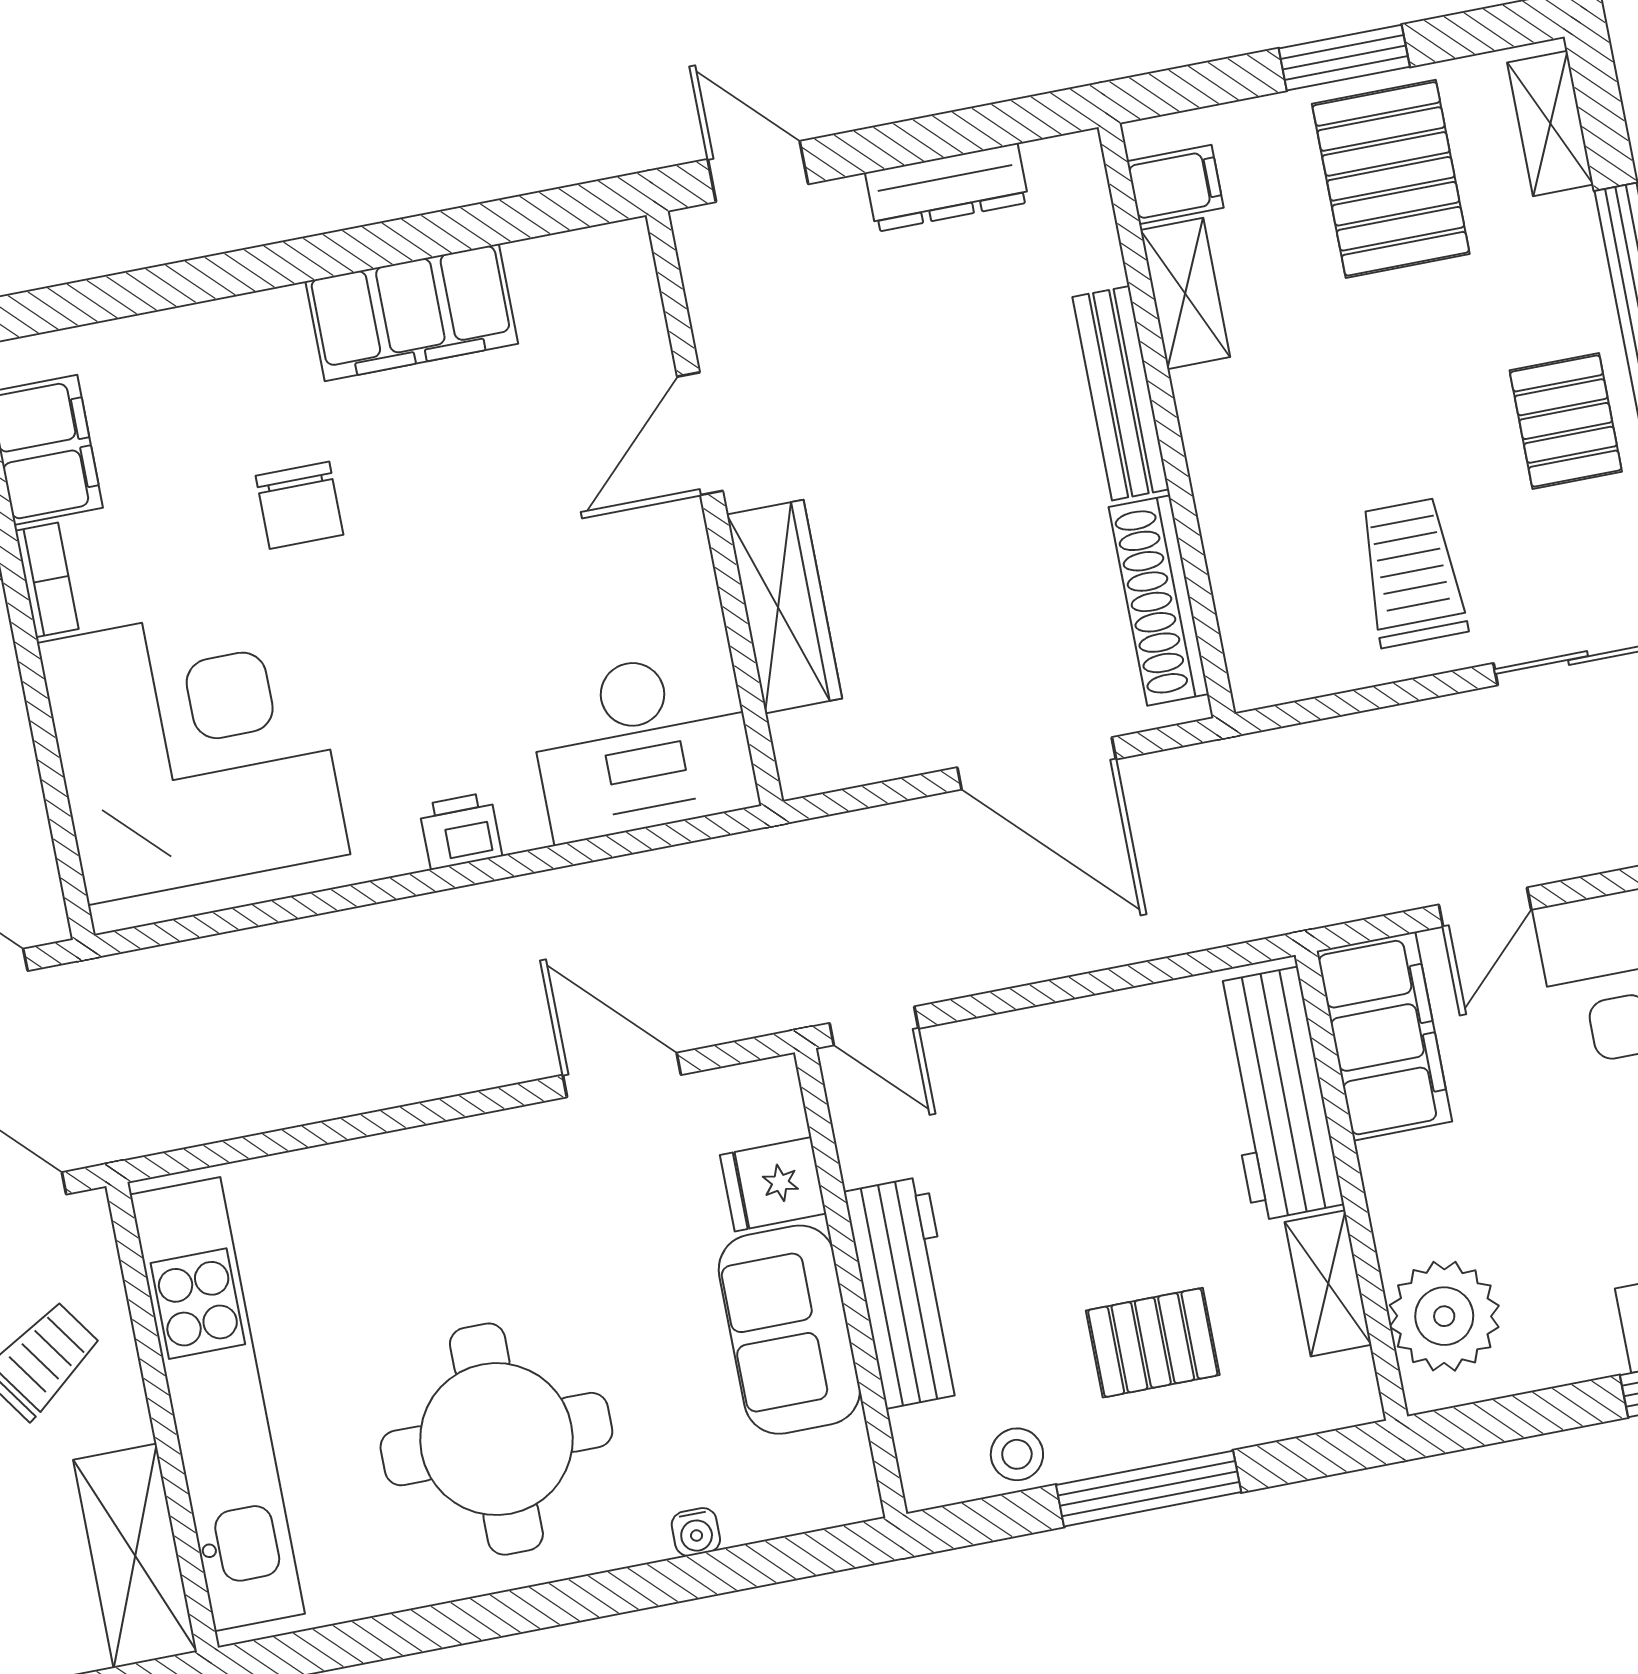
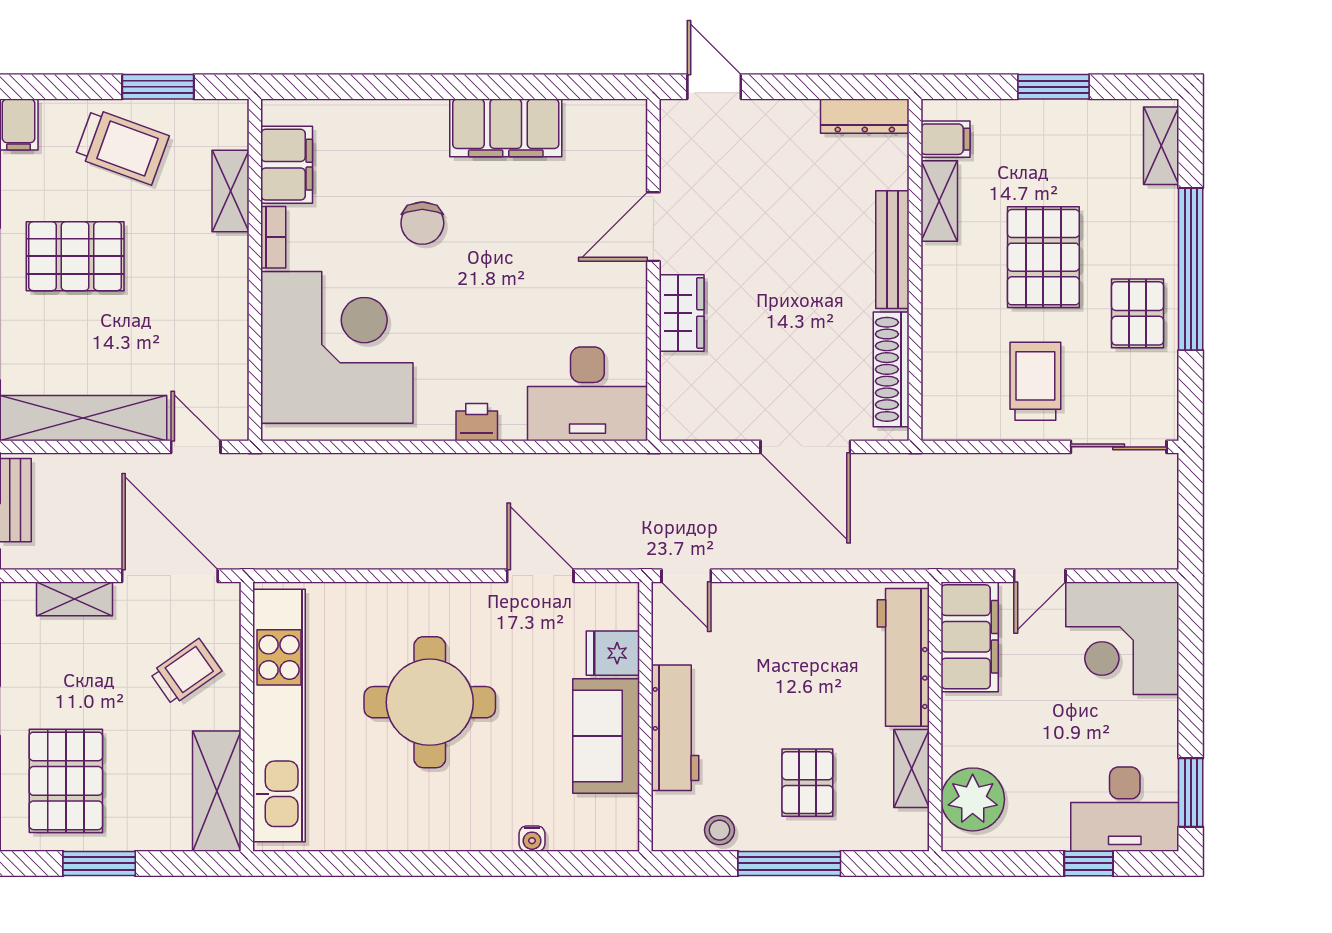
pallet: (1391, 179) -> (1043, 257), moved
dresser: (947, 187) -> (865, 116), moved
wardrobe: (784, 607) -> (682, 313), width x0.67
pallet: (1153, 1343) -> (807, 783), turned 90
round table: (496, 1439) -> (430, 702), moved

